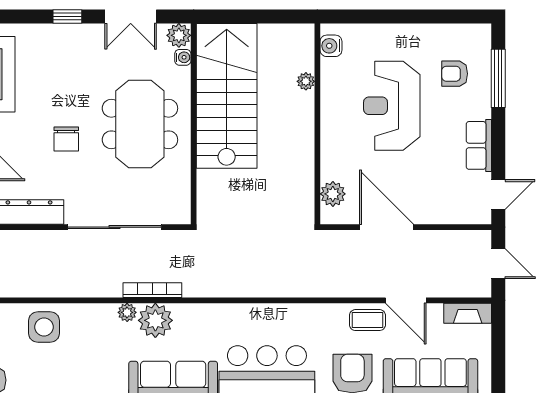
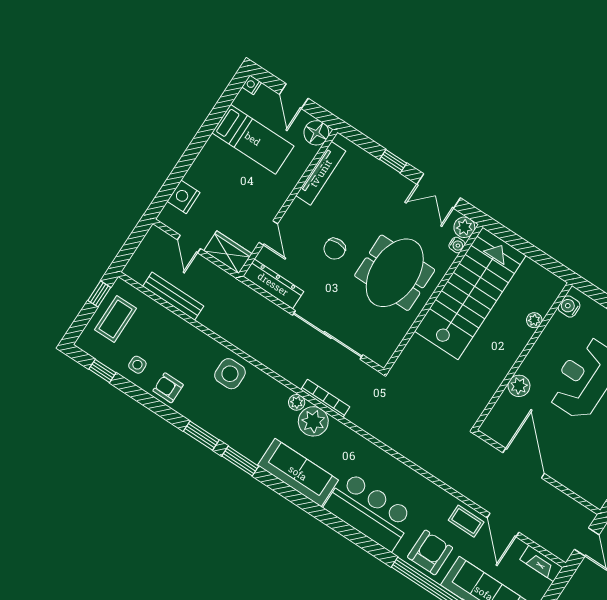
plant: (333, 194) -> (519, 386), moved

